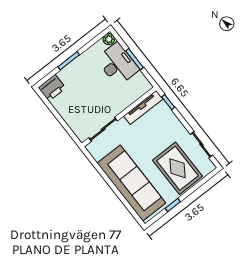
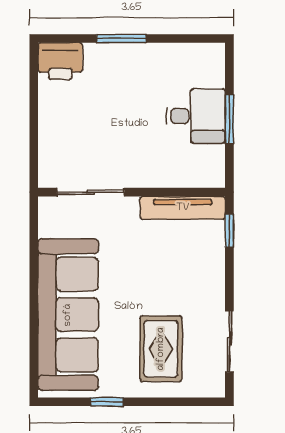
plant: (109, 39) -> (213, 54), removed
desk: (118, 64) -> (196, 116), width x0.73
rug: (178, 168) -> (161, 349), width x0.73, depth x0.70

